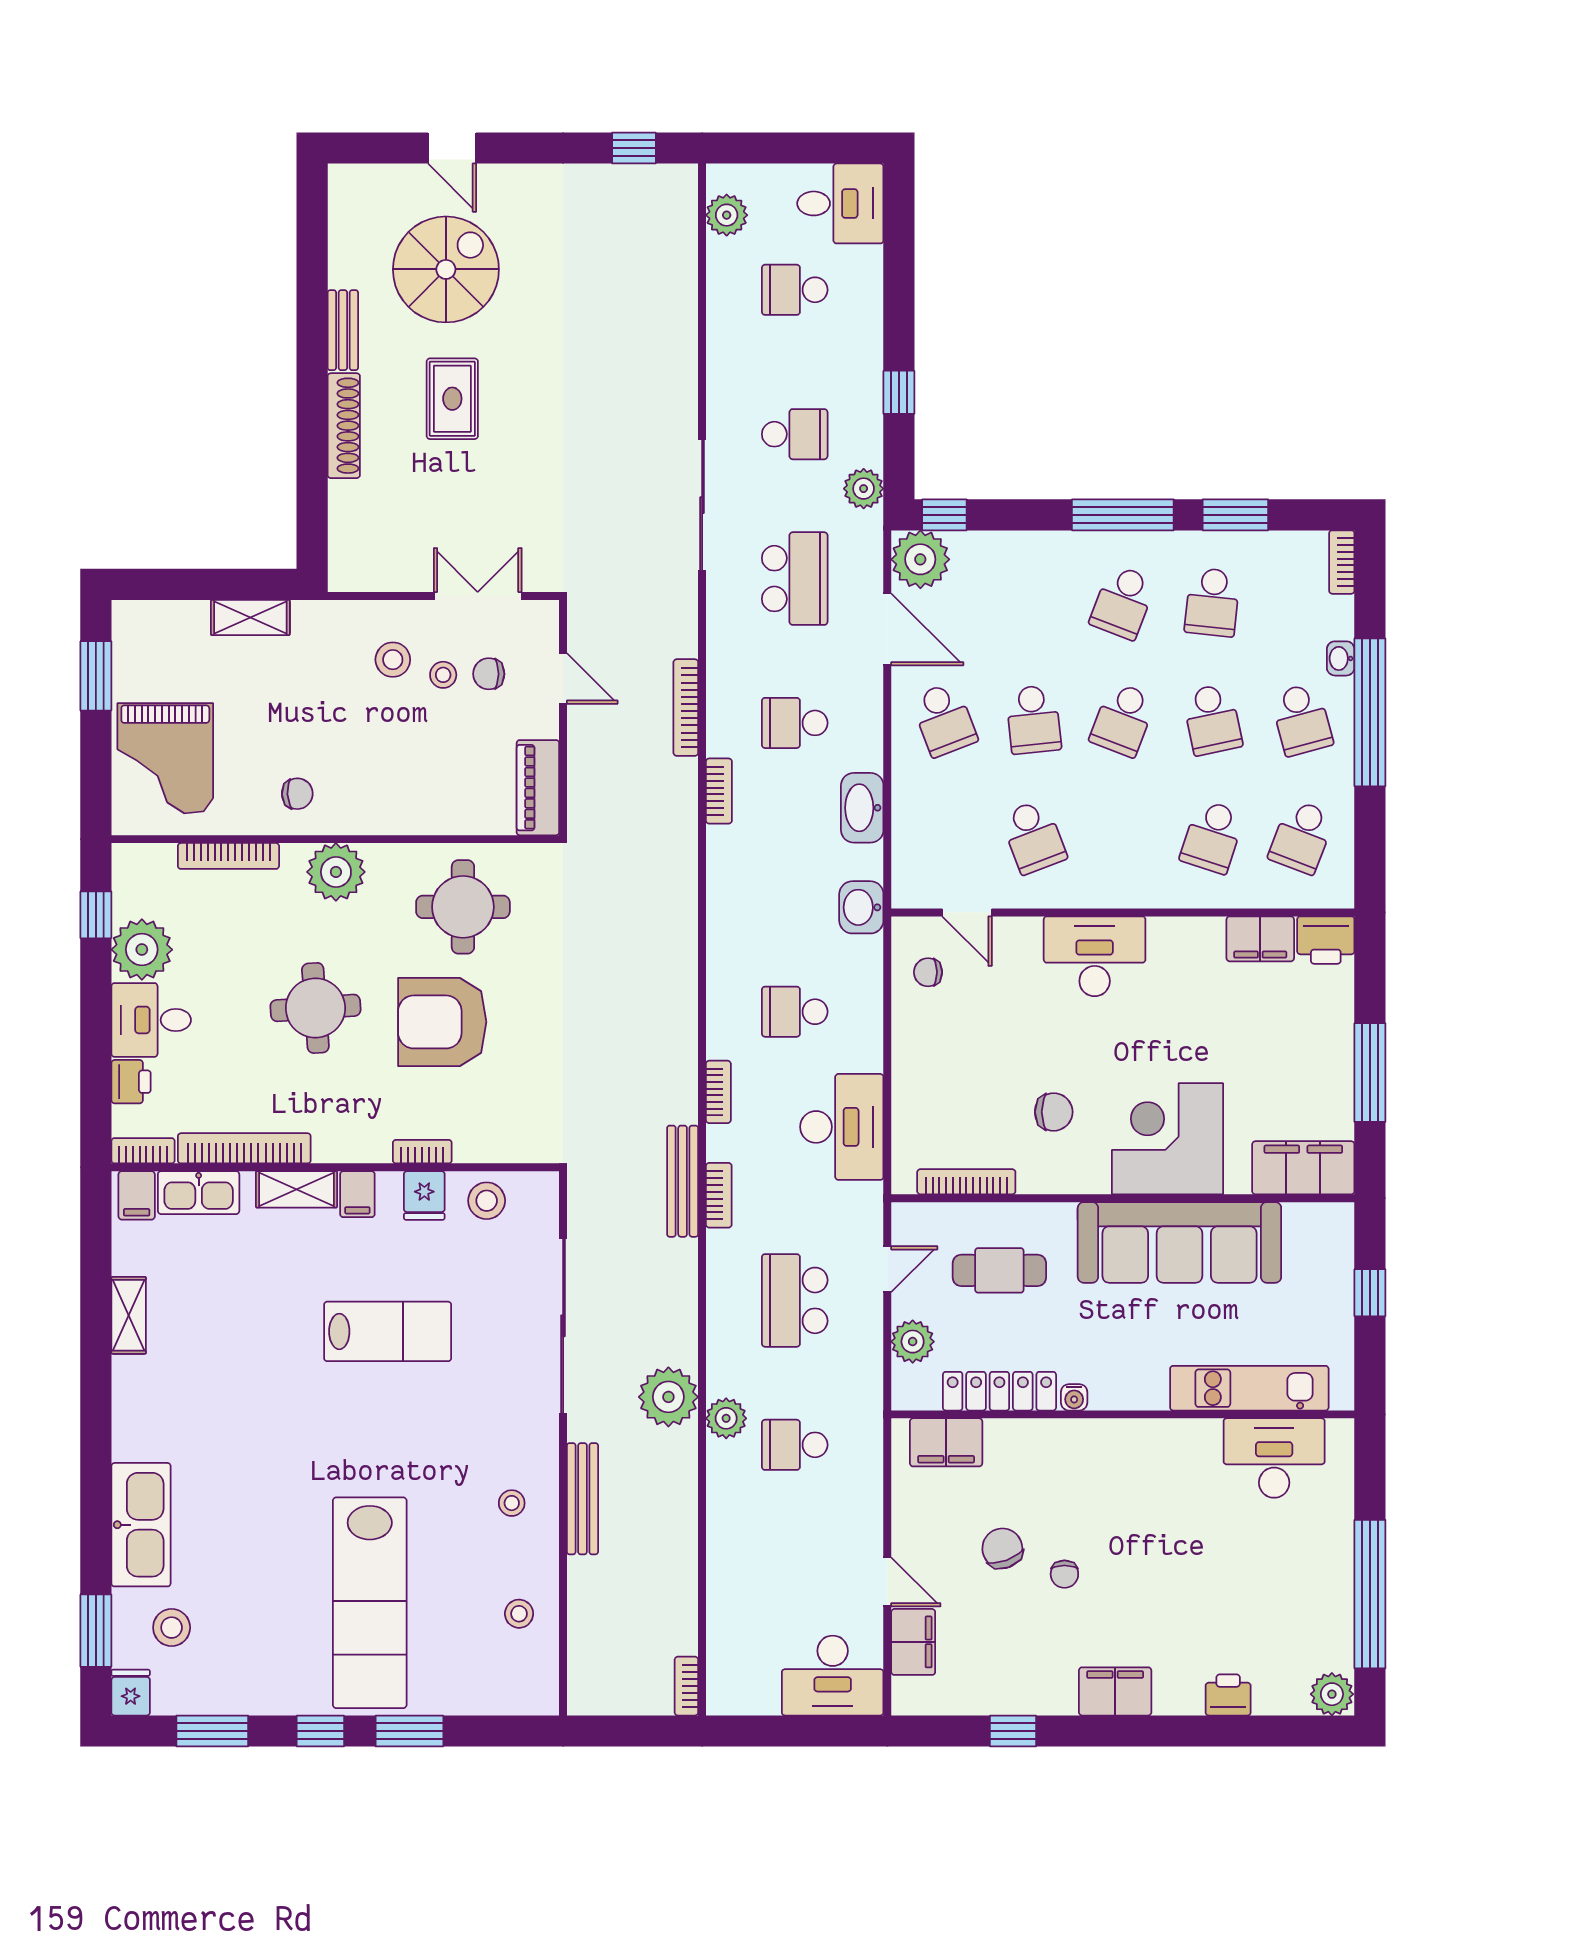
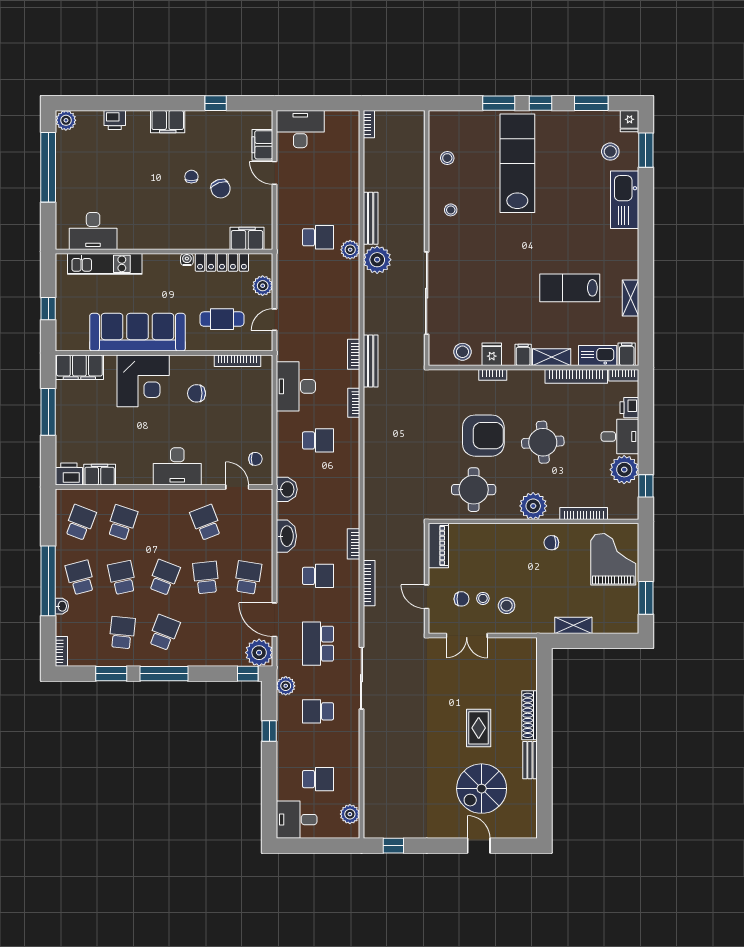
school desk: (944, 719) -> (248, 578), turned 30
school desk: (795, 1300) -> (318, 305), removed
lab bench: (388, 1331) -> (570, 288), moved
bench: (582, 1499) -> (371, 218), moved

